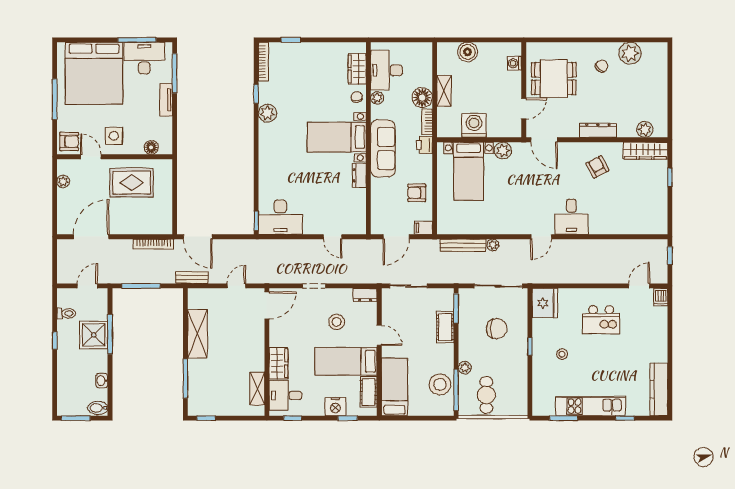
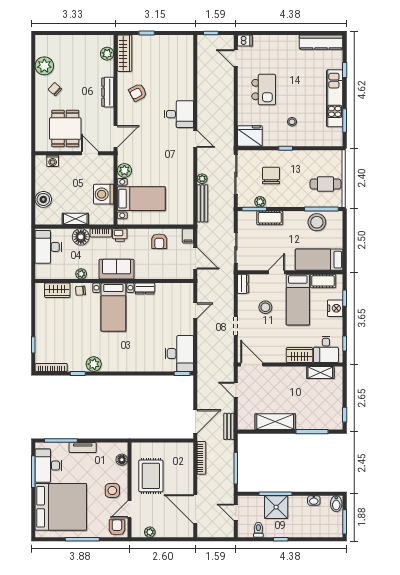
desk: (387, 70) -> (48, 247), moved, turned 90
sofa: (383, 149) -> (117, 269), width x0.73
plant: (465, 368) -> (260, 202), moved

